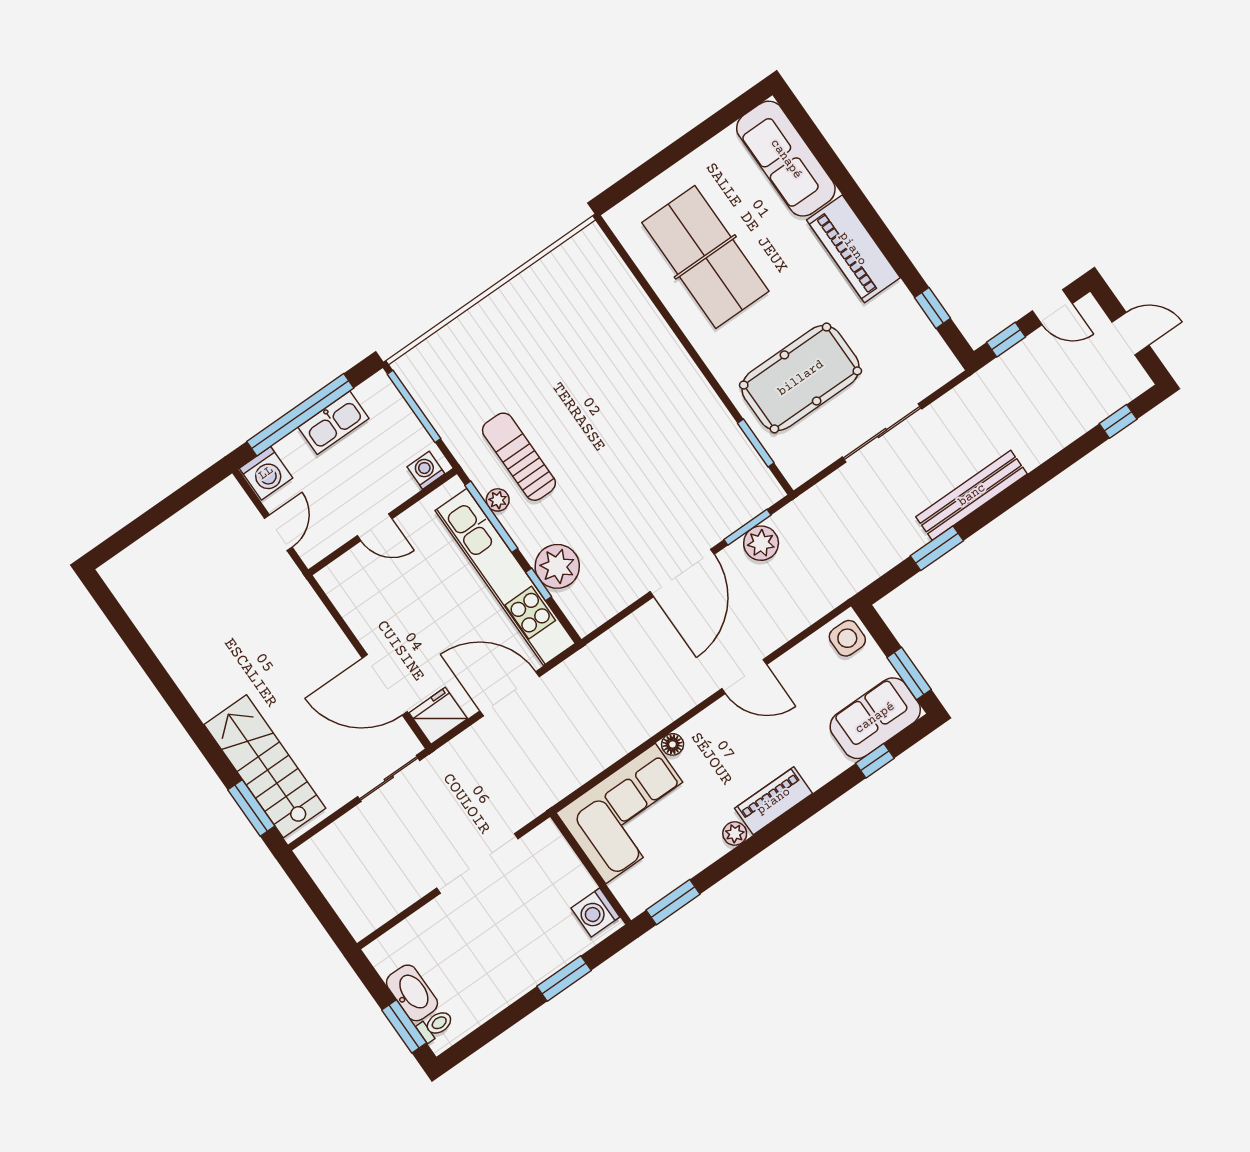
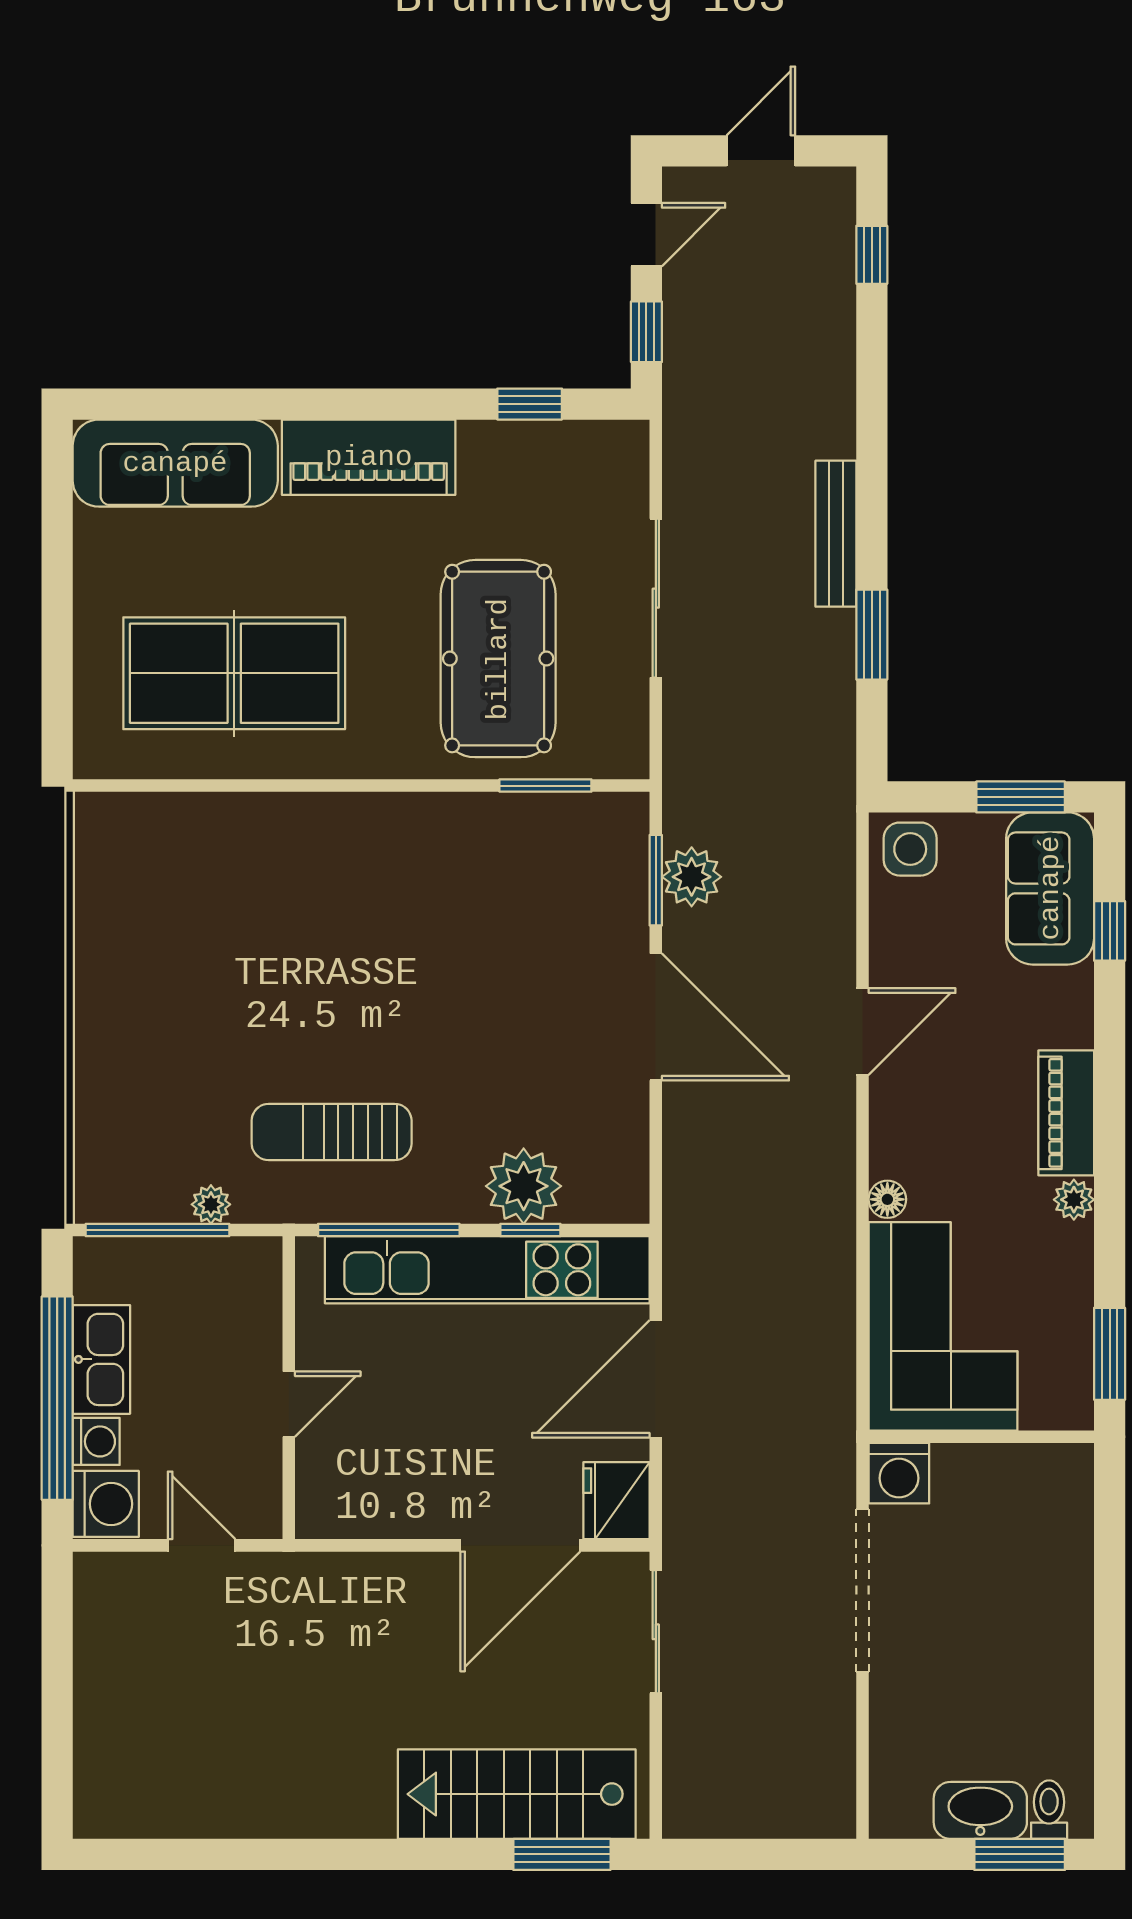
washing machine: (426, 470) -> (96, 1441), moved, turned 180
bench: (972, 495) -> (836, 534), width x0.73, depth x0.82
plant: (498, 500) -> (211, 1204), moved
washing machine: (595, 913) -> (899, 1473), moved
window: (564, 978) -> (1110, 1582), removed

